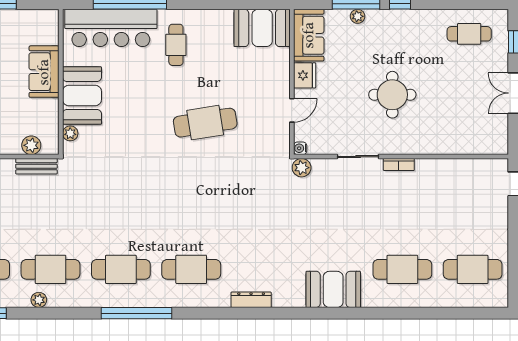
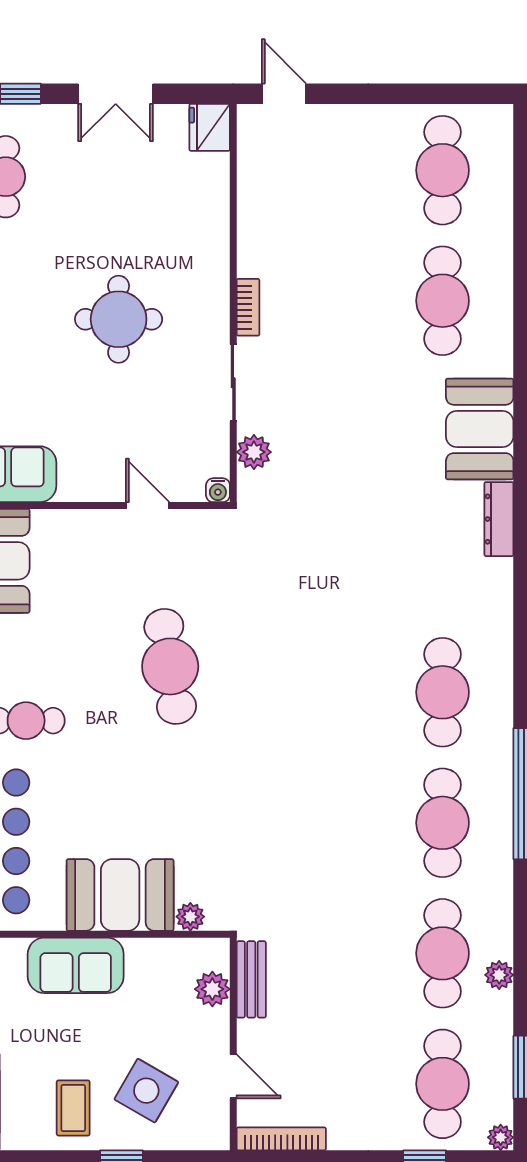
fridge: (305, 75) -> (210, 127), moved, turned -90
plant: (302, 168) -> (254, 452), moved
dresser: (251, 300) -> (499, 519), moved

